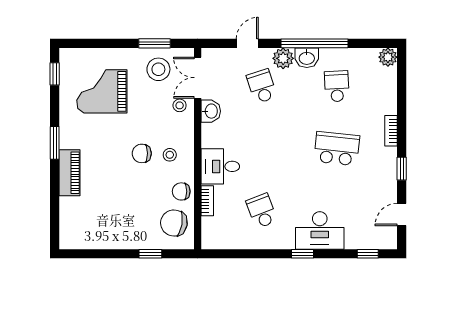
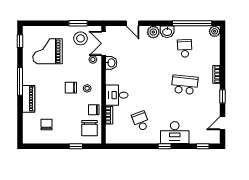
door: (247, 43) -> (132, 23), swing flipped
window: (314, 43) -> (192, 23), moved
school desk: (262, 86) -> (141, 48), removed
window: (55, 143) -> (20, 81), width x1.44
chair: (100, 217) -> (47, 125), added
chair: (174, 223) -> (90, 128), turned -100

